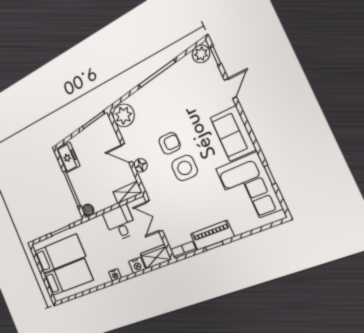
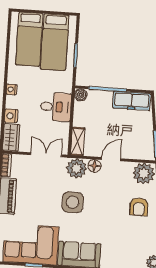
armchair: (170, 143) -> (139, 207), moved
freezer: (68, 157) -> (132, 101), width x1.40
plant: (151, 181) -> (77, 168), added
desk: (120, 223) -> (56, 107), moved

